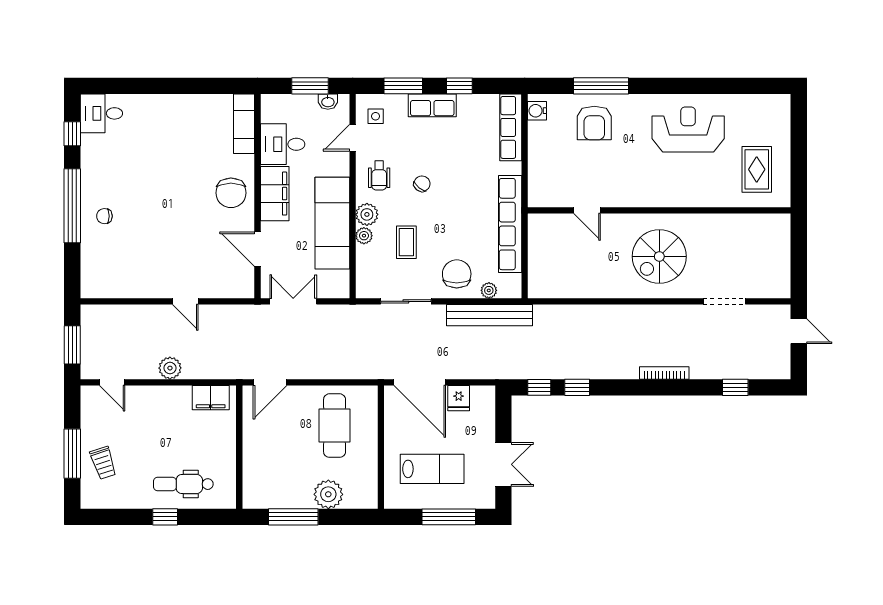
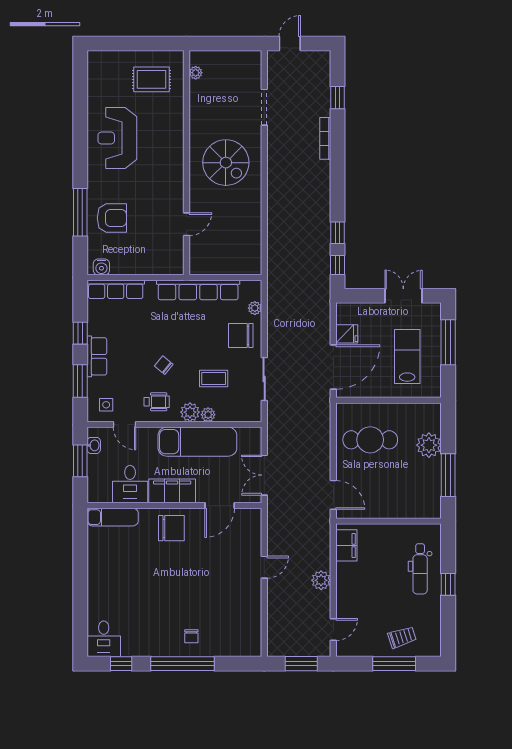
plant: (765, 221) -> (196, 73), added
bench: (489, 315) -> (276, 308), removed
bookcase: (664, 373) -> (325, 138), moved

